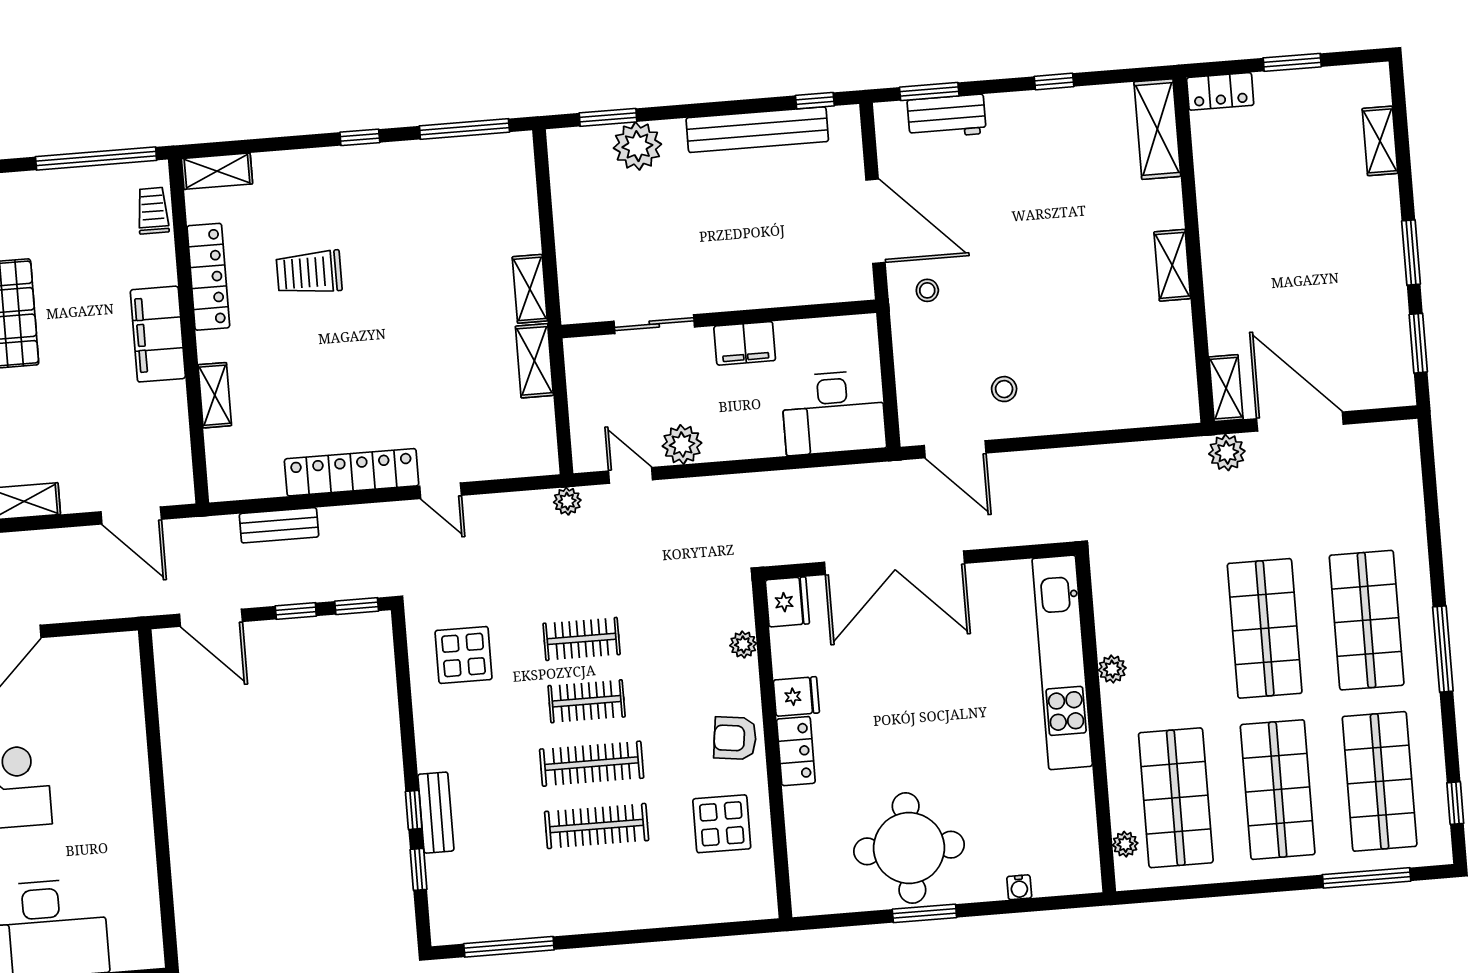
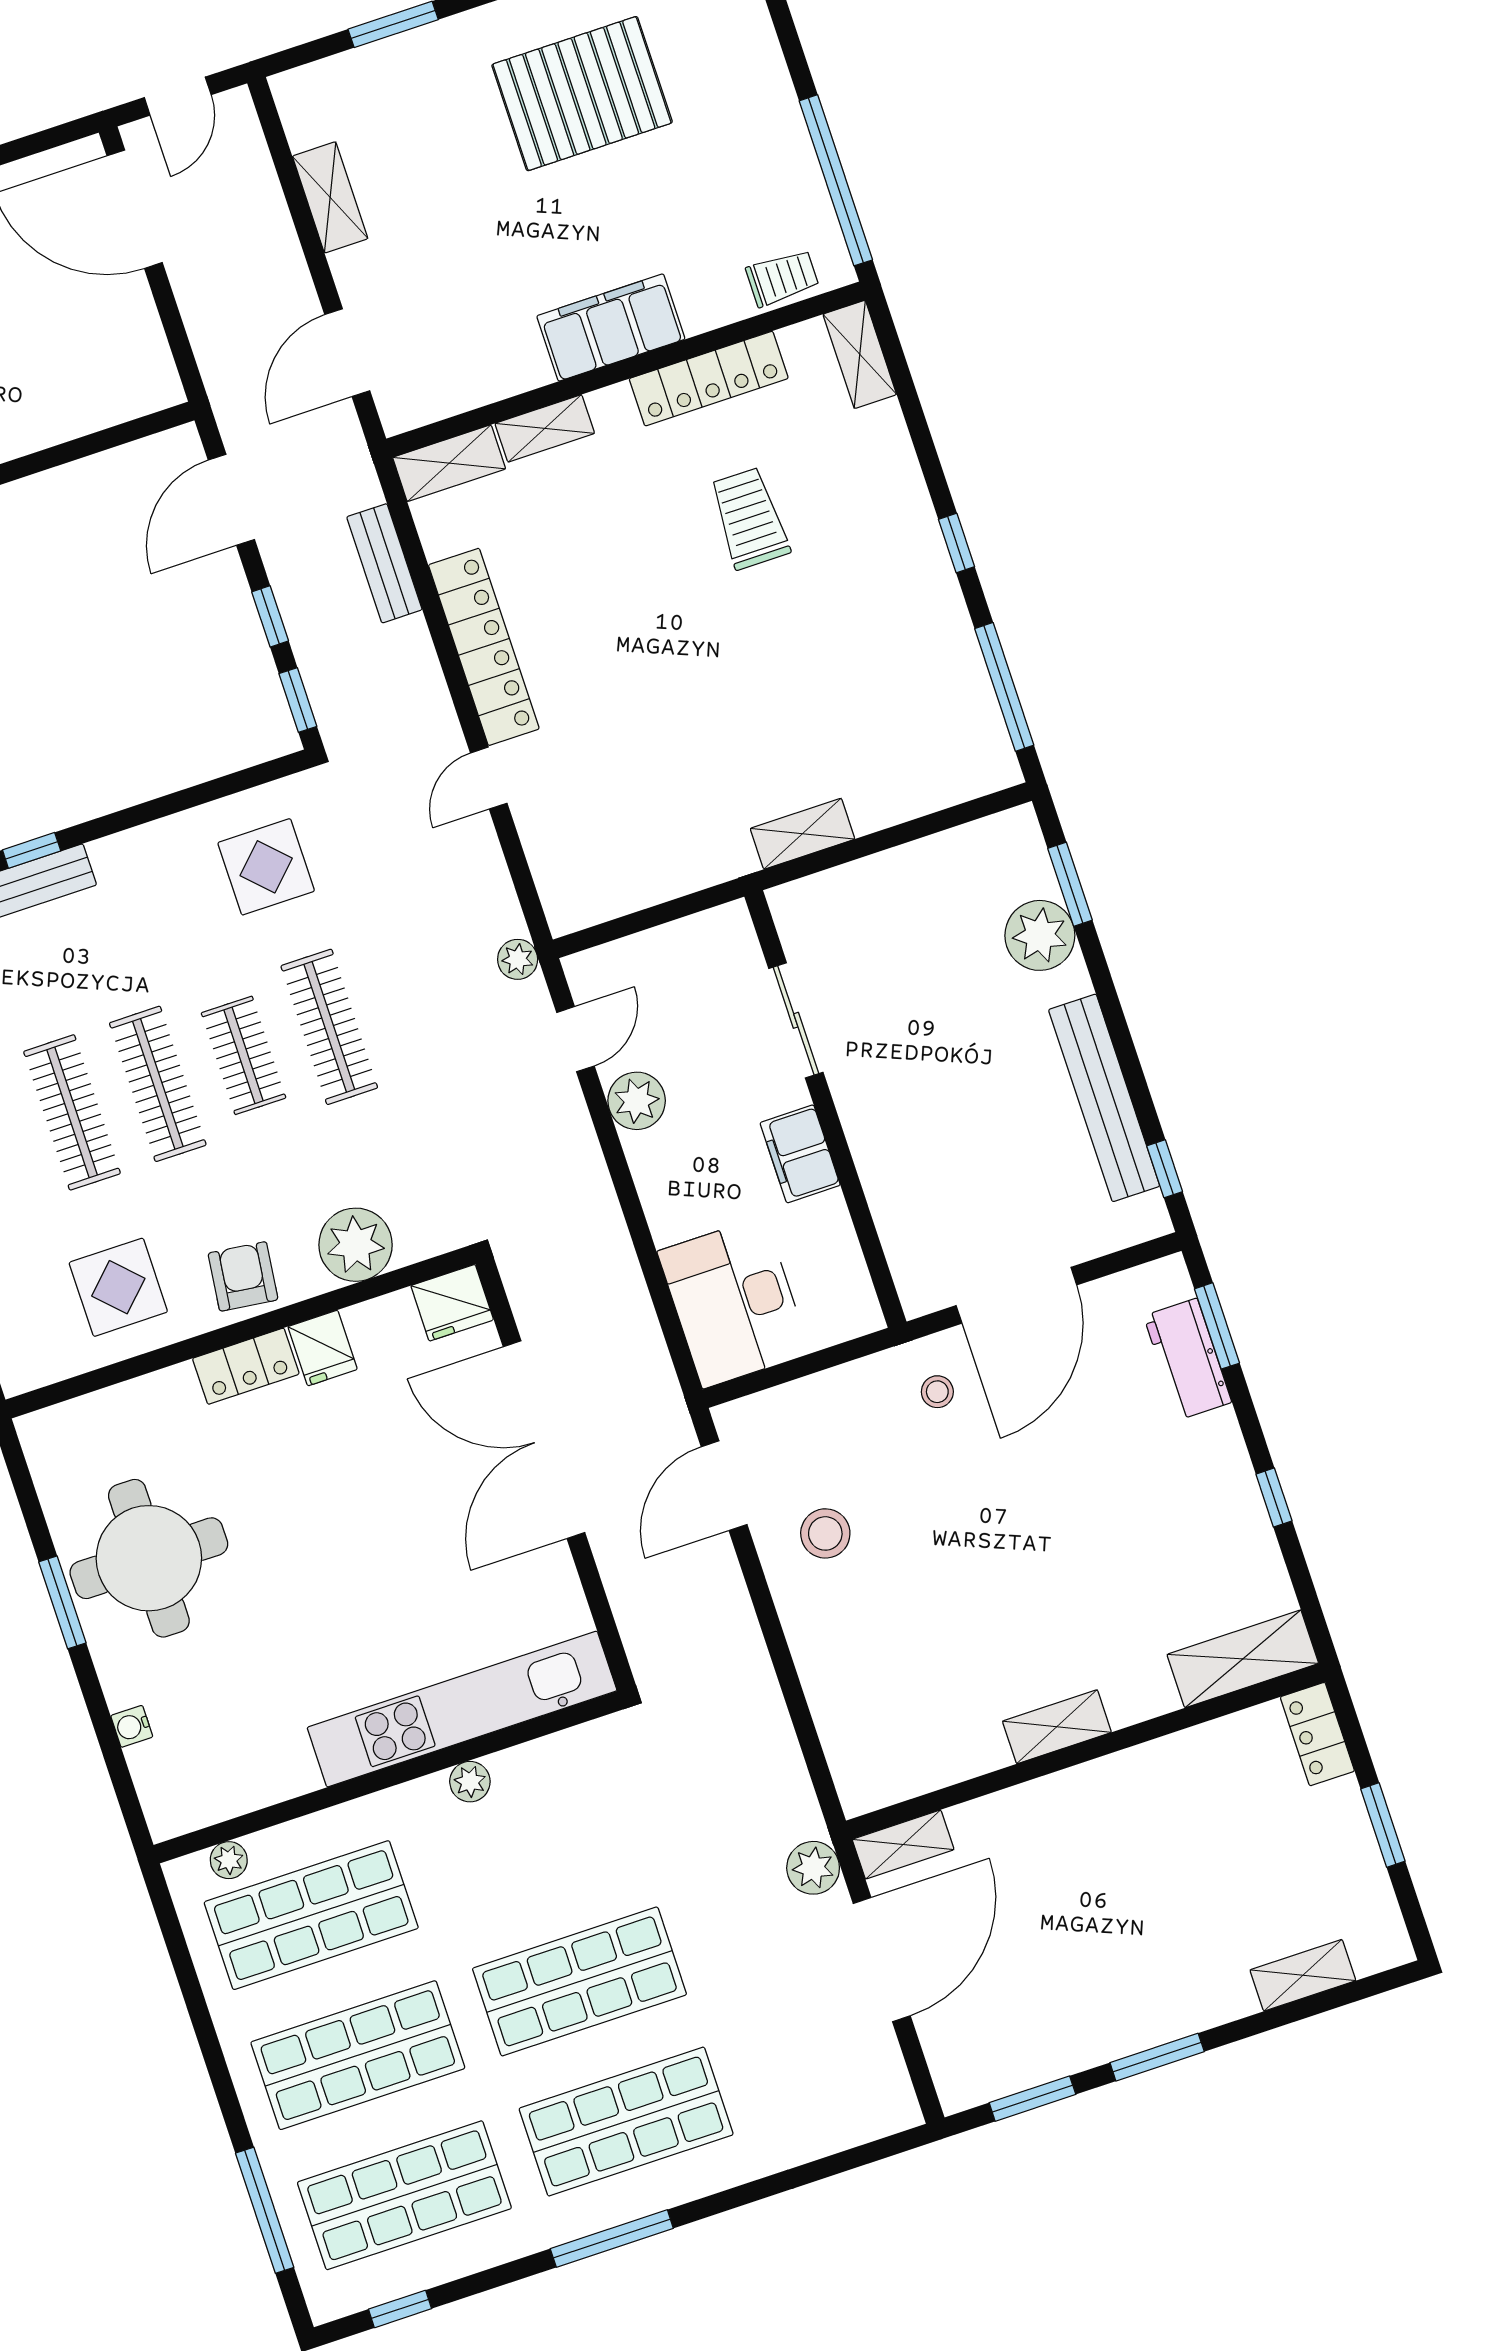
shelving: (534, 361) -> (449, 463), moved
stool: (1004, 389) -> (825, 1533), width x1.37, depth x1.37
clothes rail: (582, 639) -> (329, 1027), width x1.36
plant: (743, 645) -> (356, 1245), width x1.87, depth x1.87

